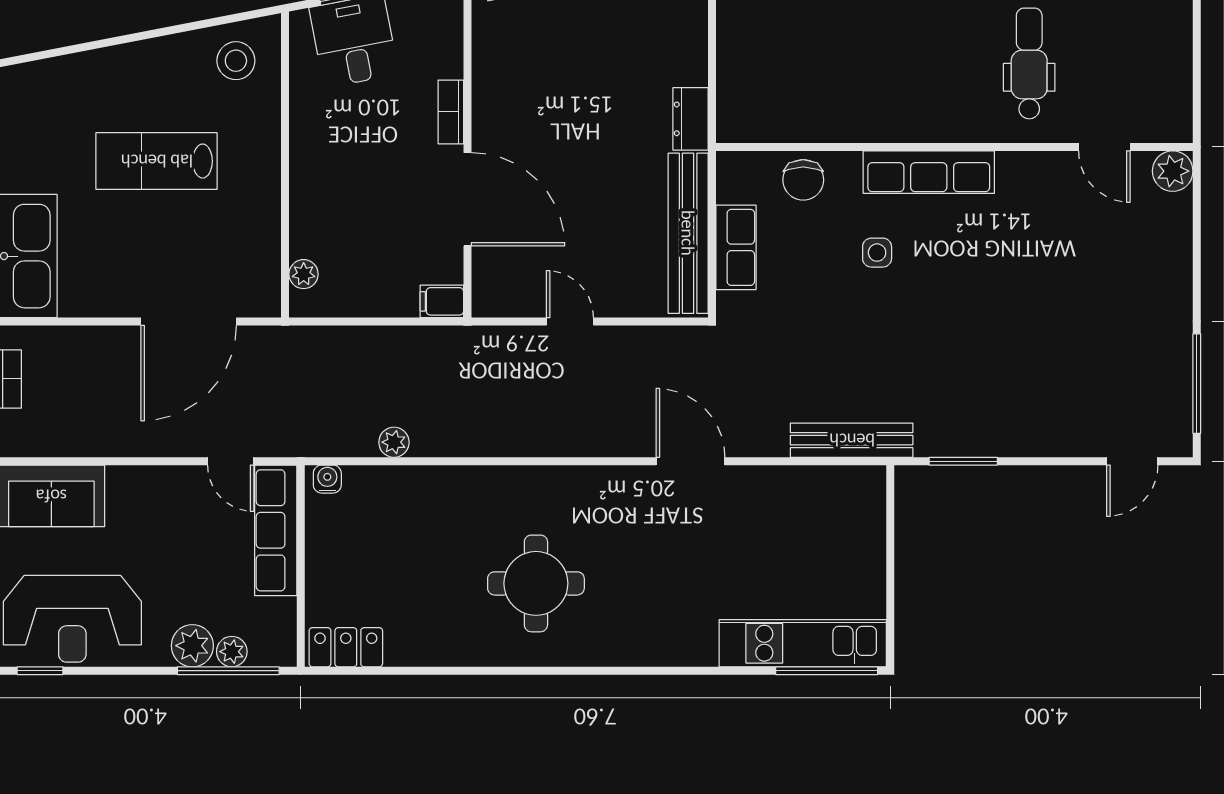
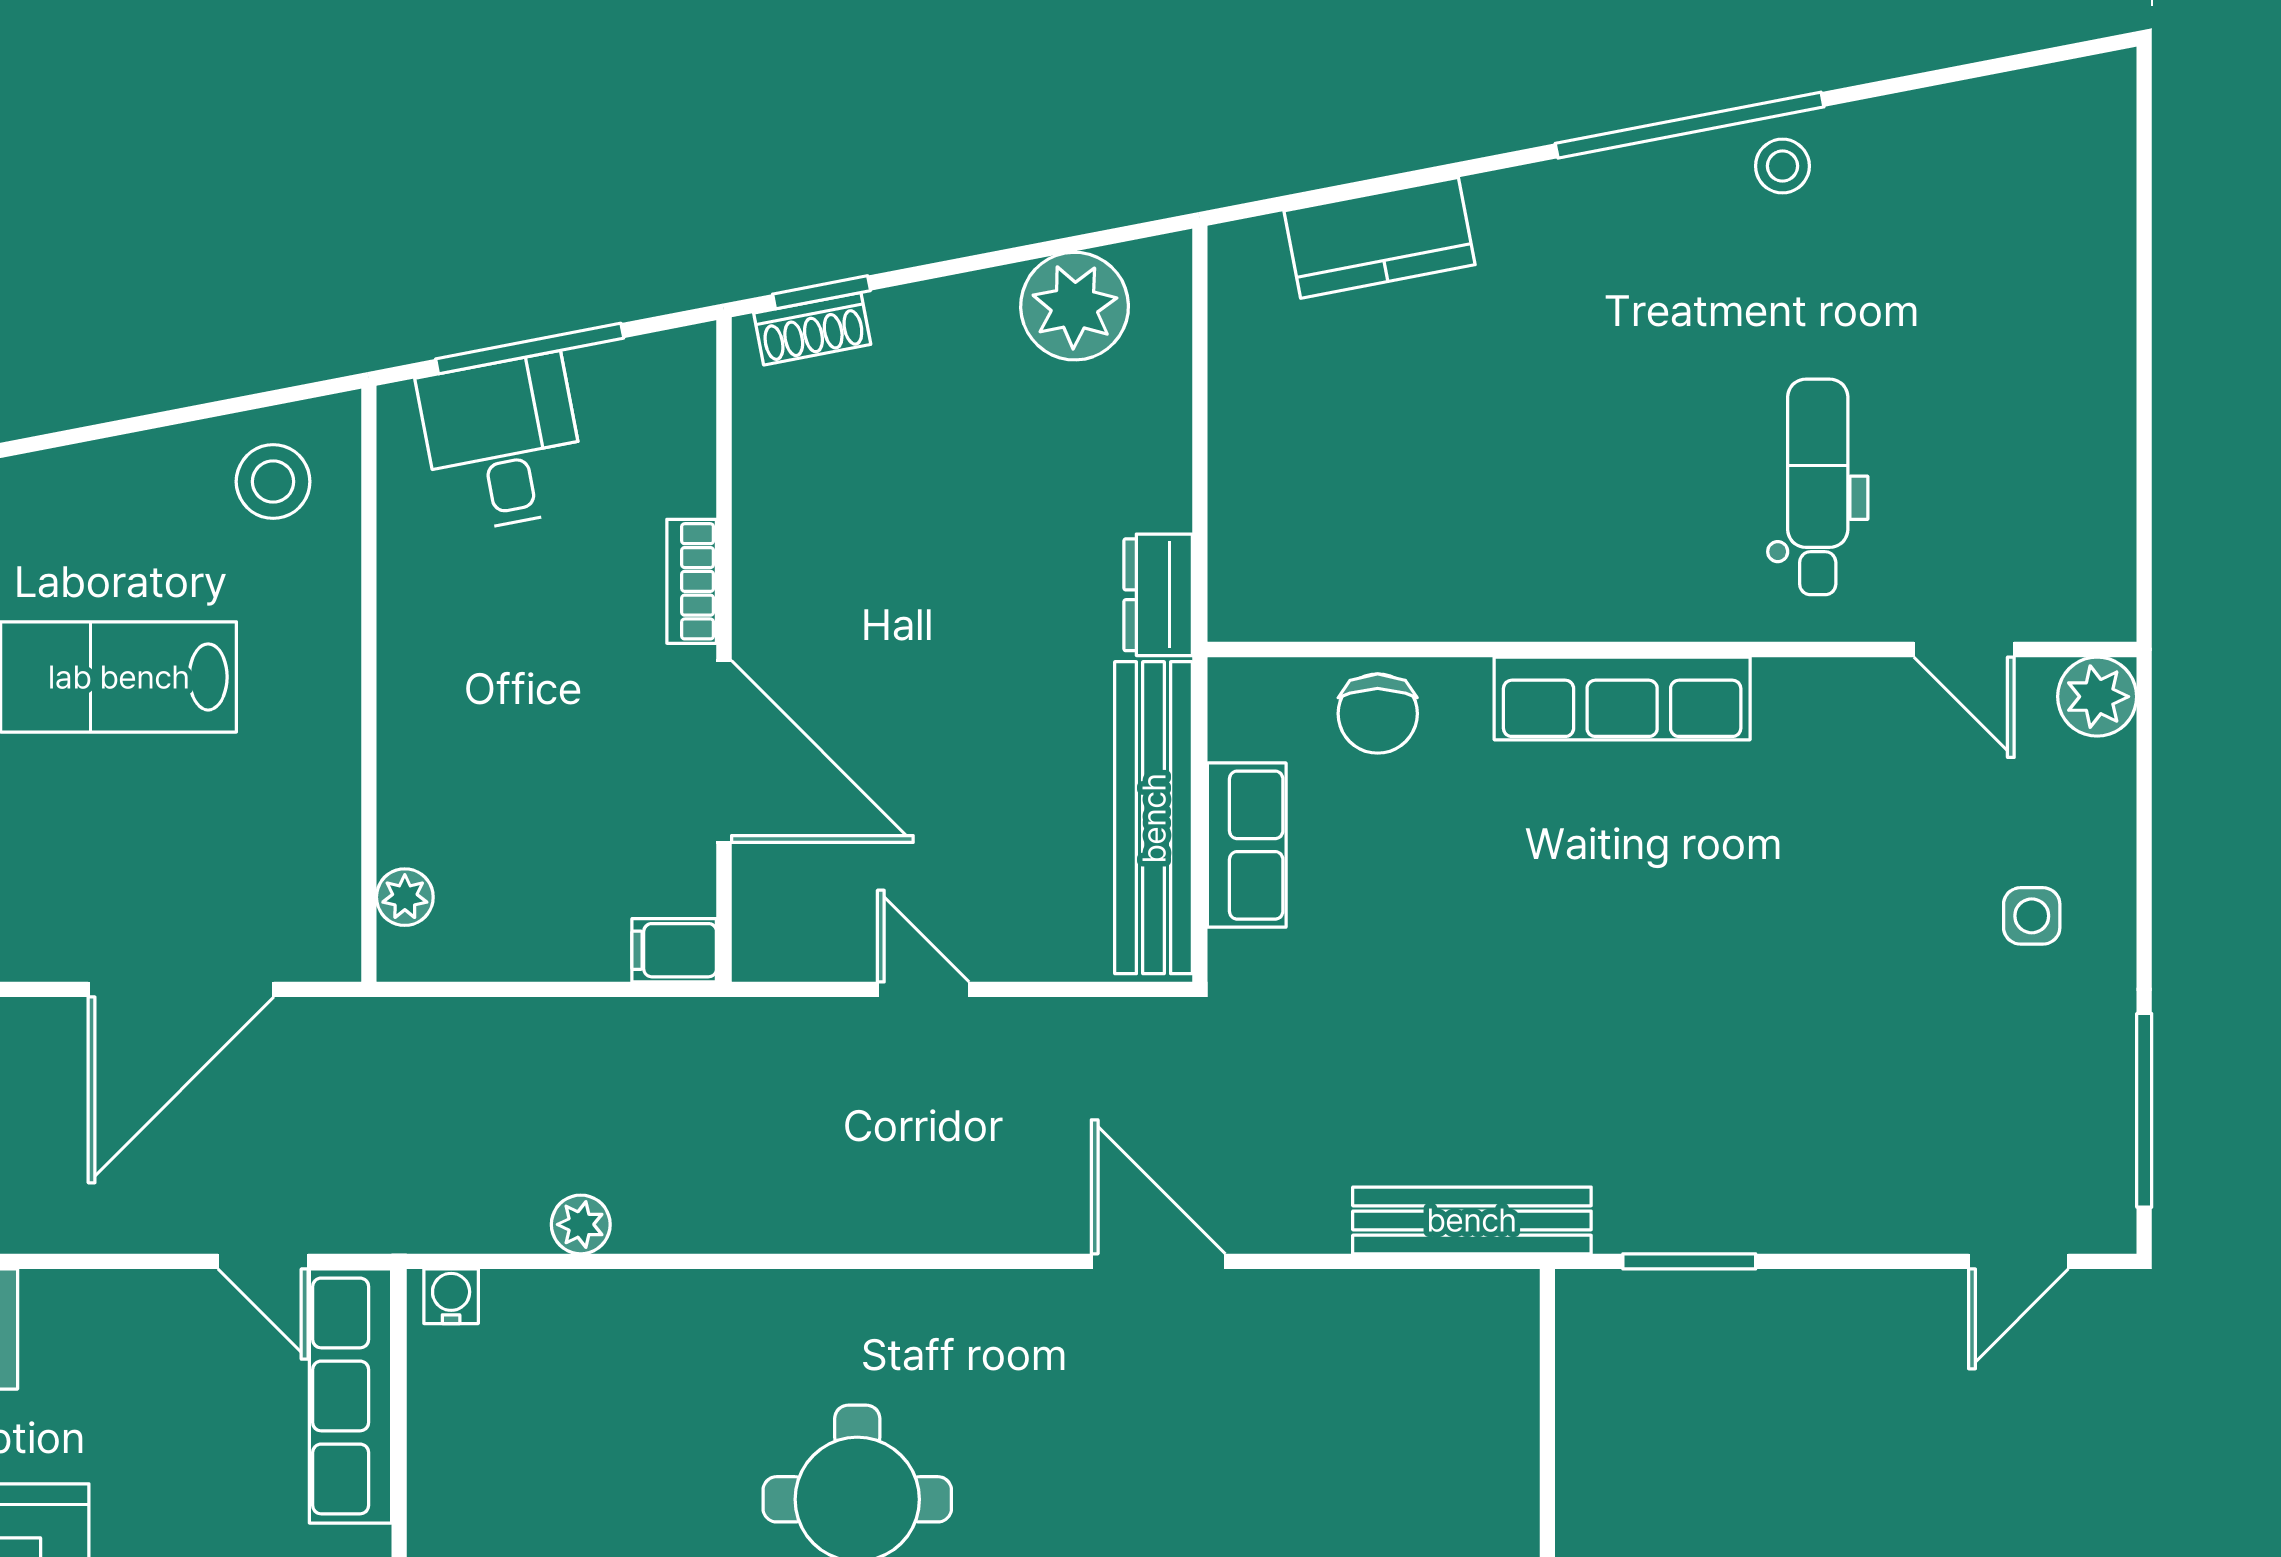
side table: (877, 253) -> (2032, 916), moved

